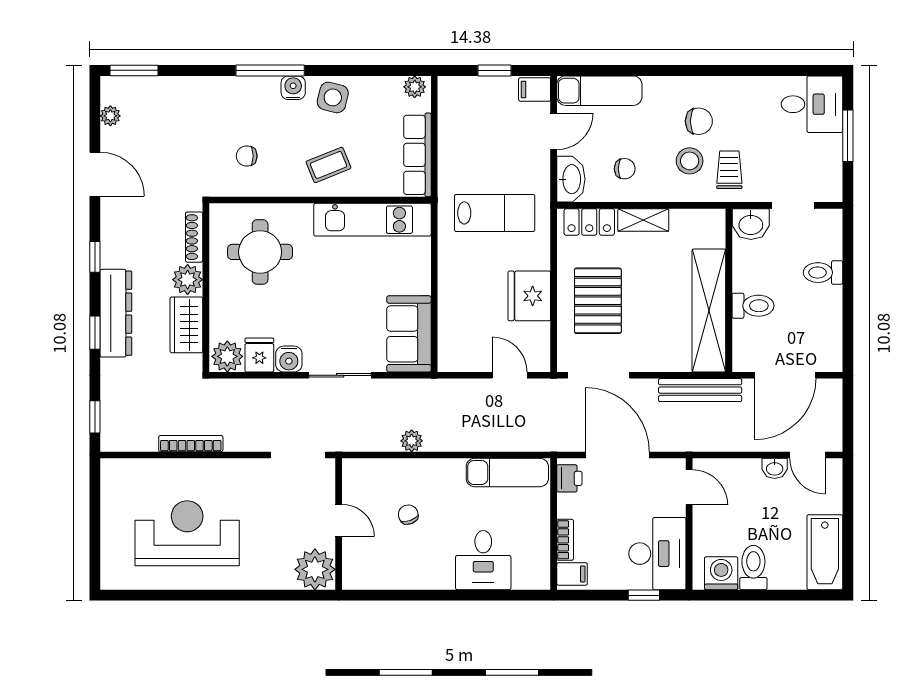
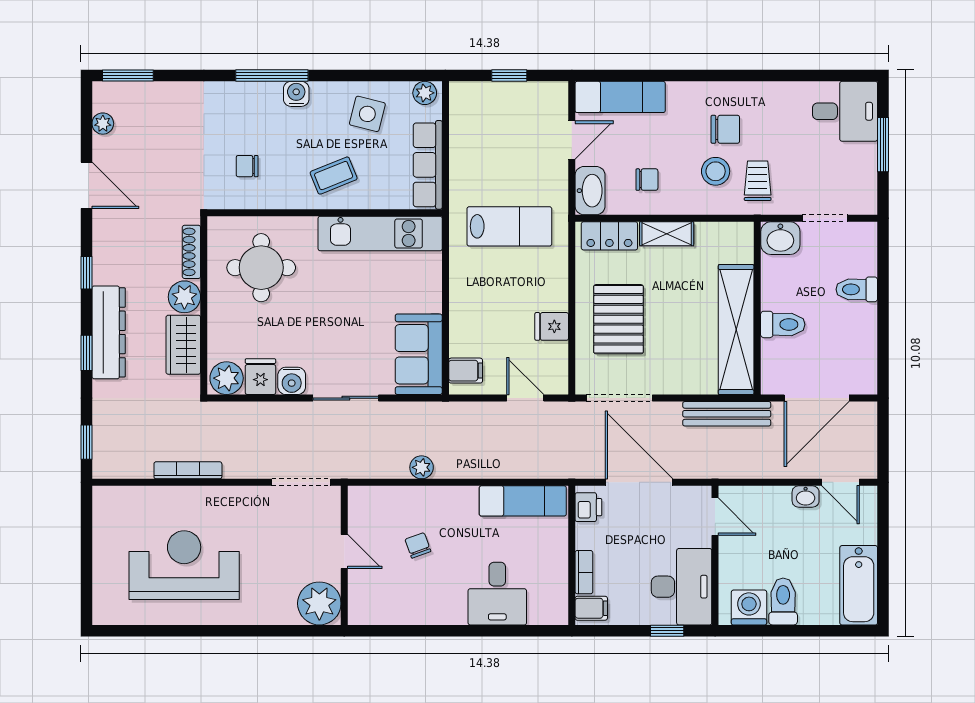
filing cabinet: (535, 89) -> (466, 371), moved, turned 180
side table: (333, 97) -> (367, 114), moved
fridge: (529, 296) -> (552, 326), width x0.53, depth x0.75

